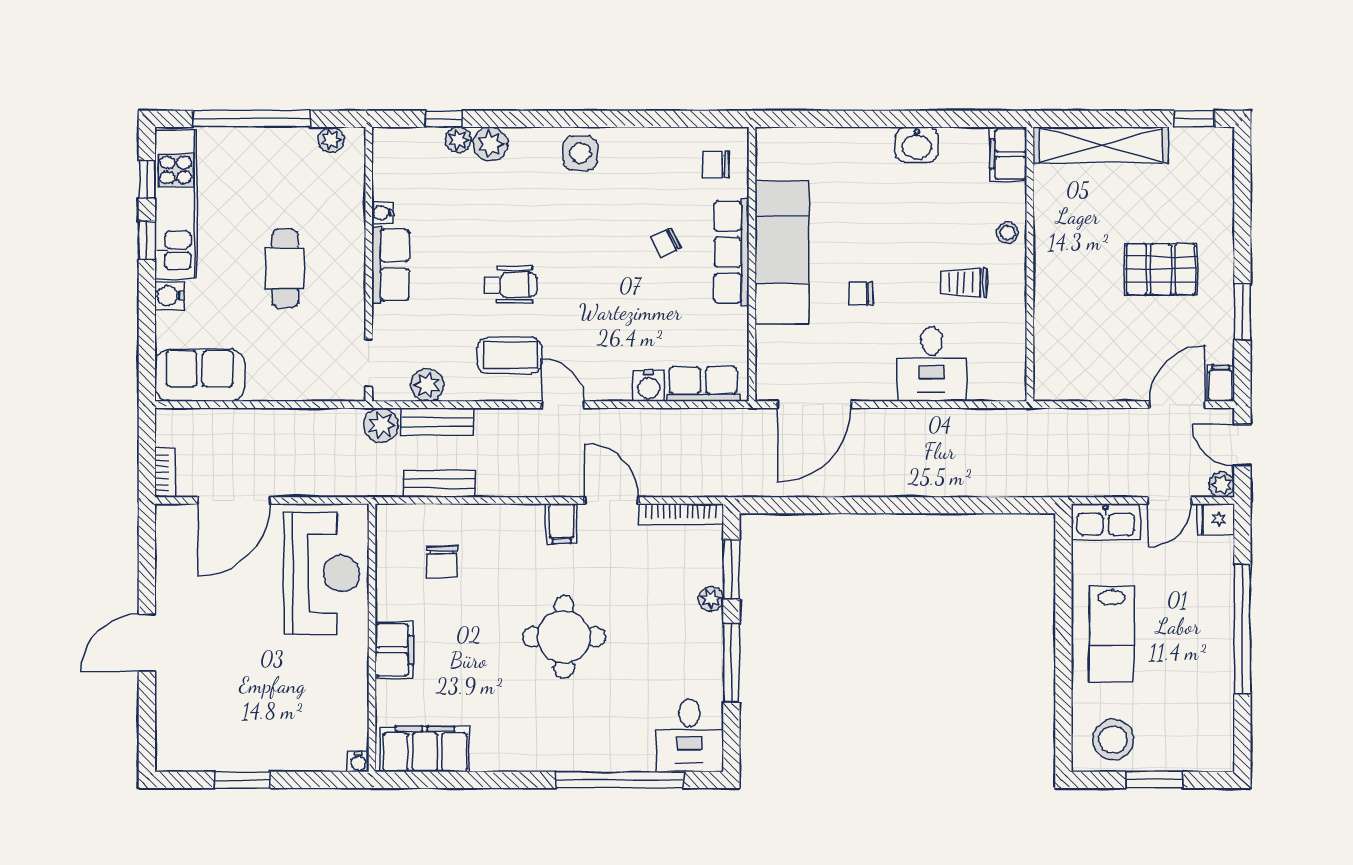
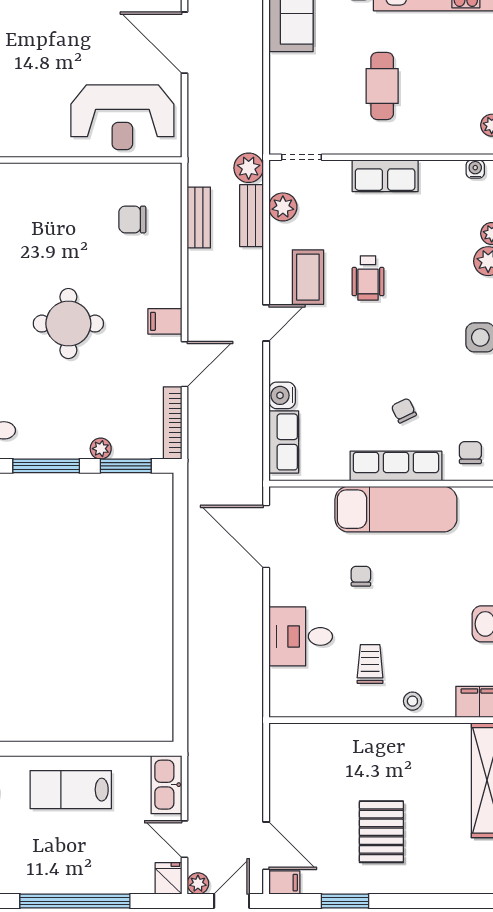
water cooler: (383, 213) -> (475, 169), moved
cafe table: (285, 268) -> (382, 86), turned 90
filing cabinet: (394, 650) -> (57, 179), removed

